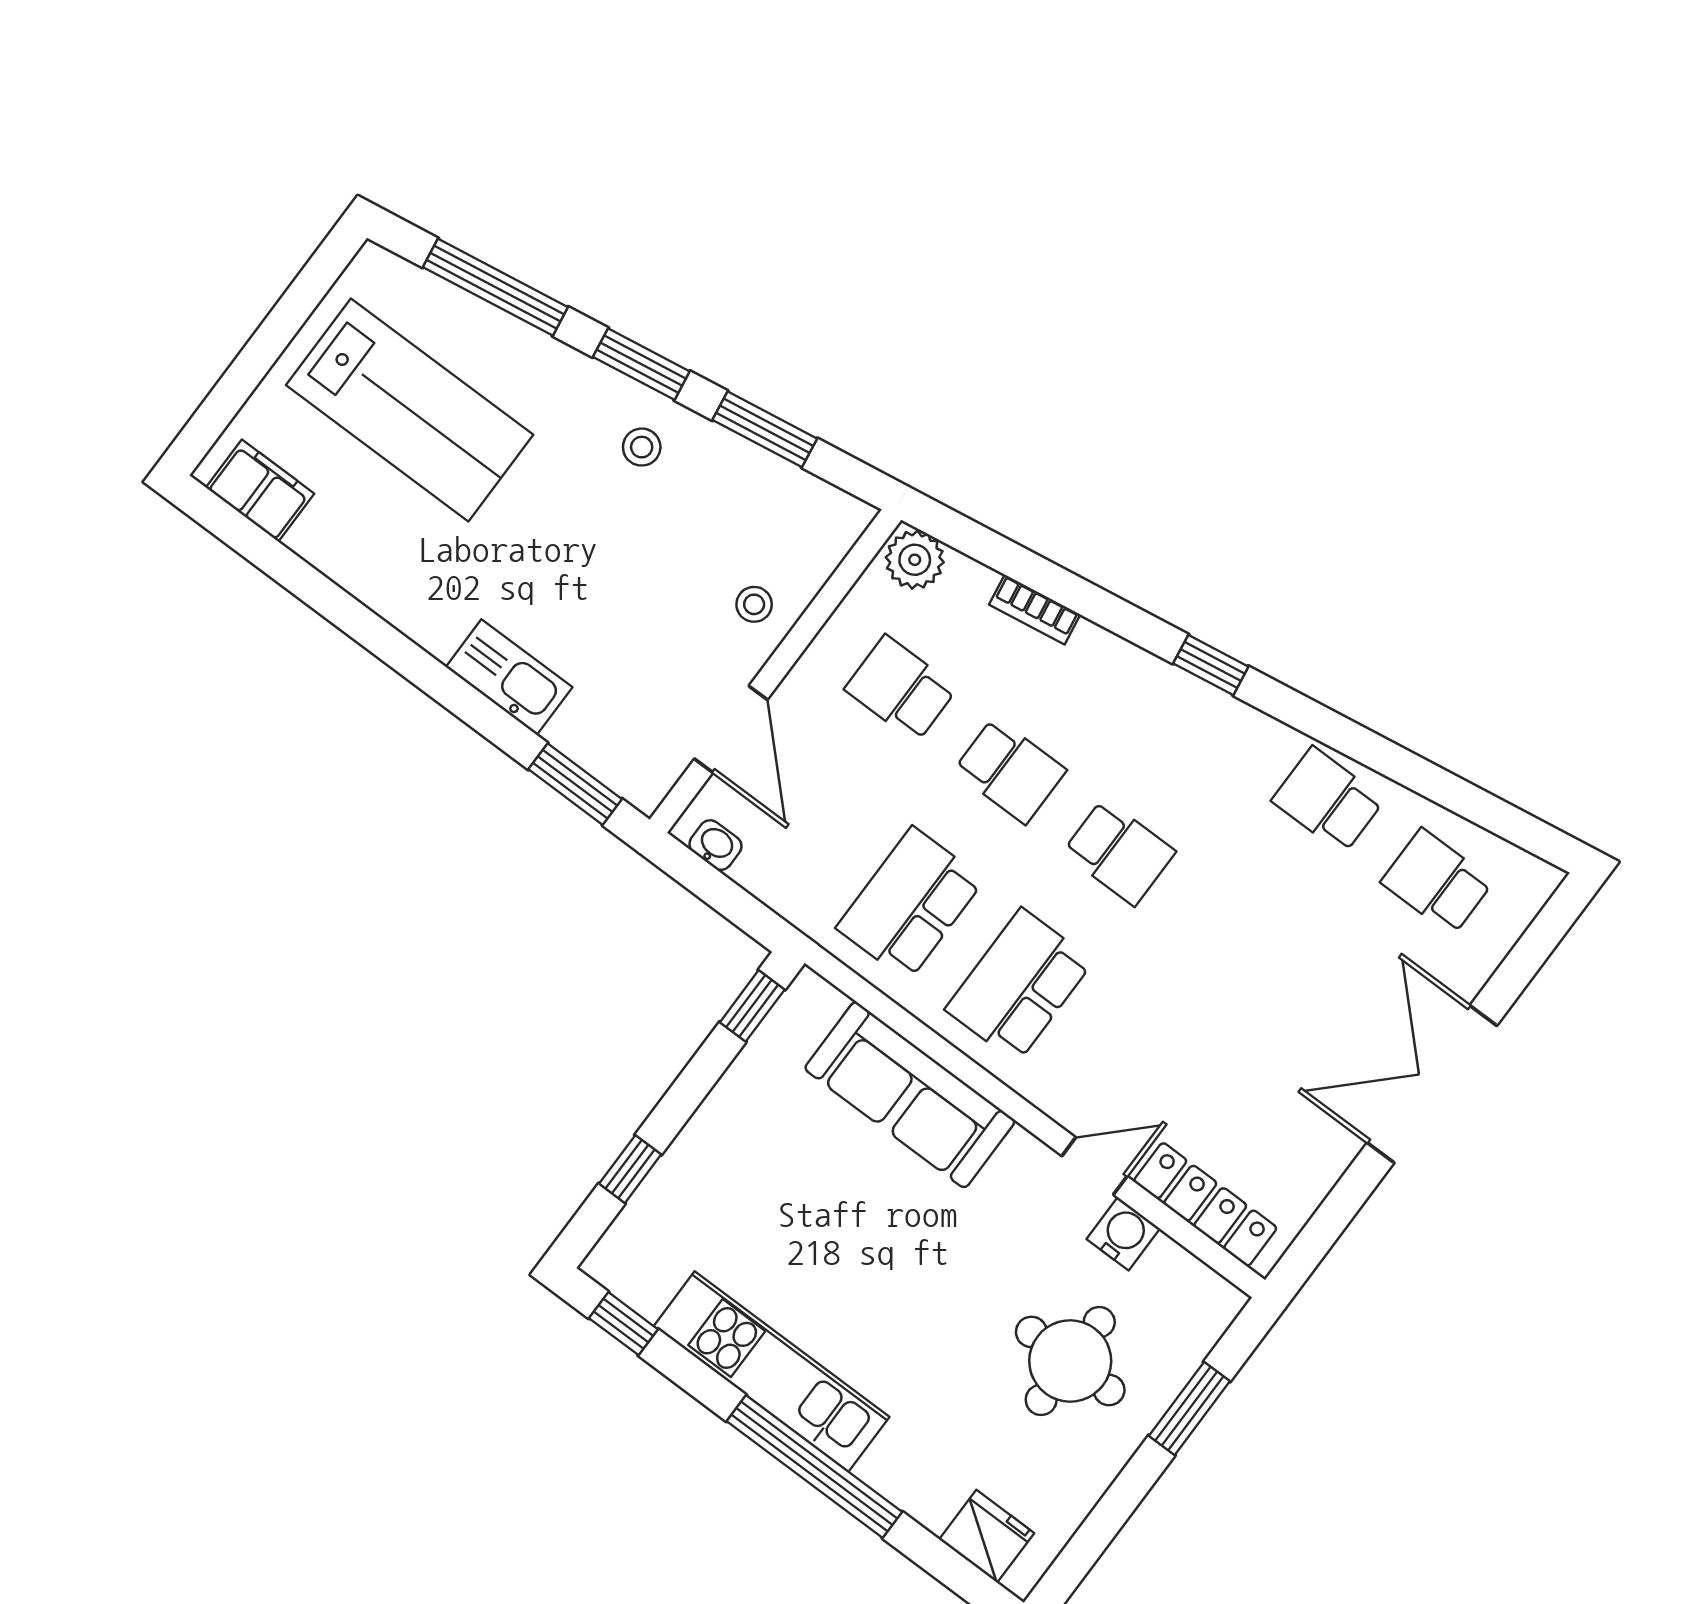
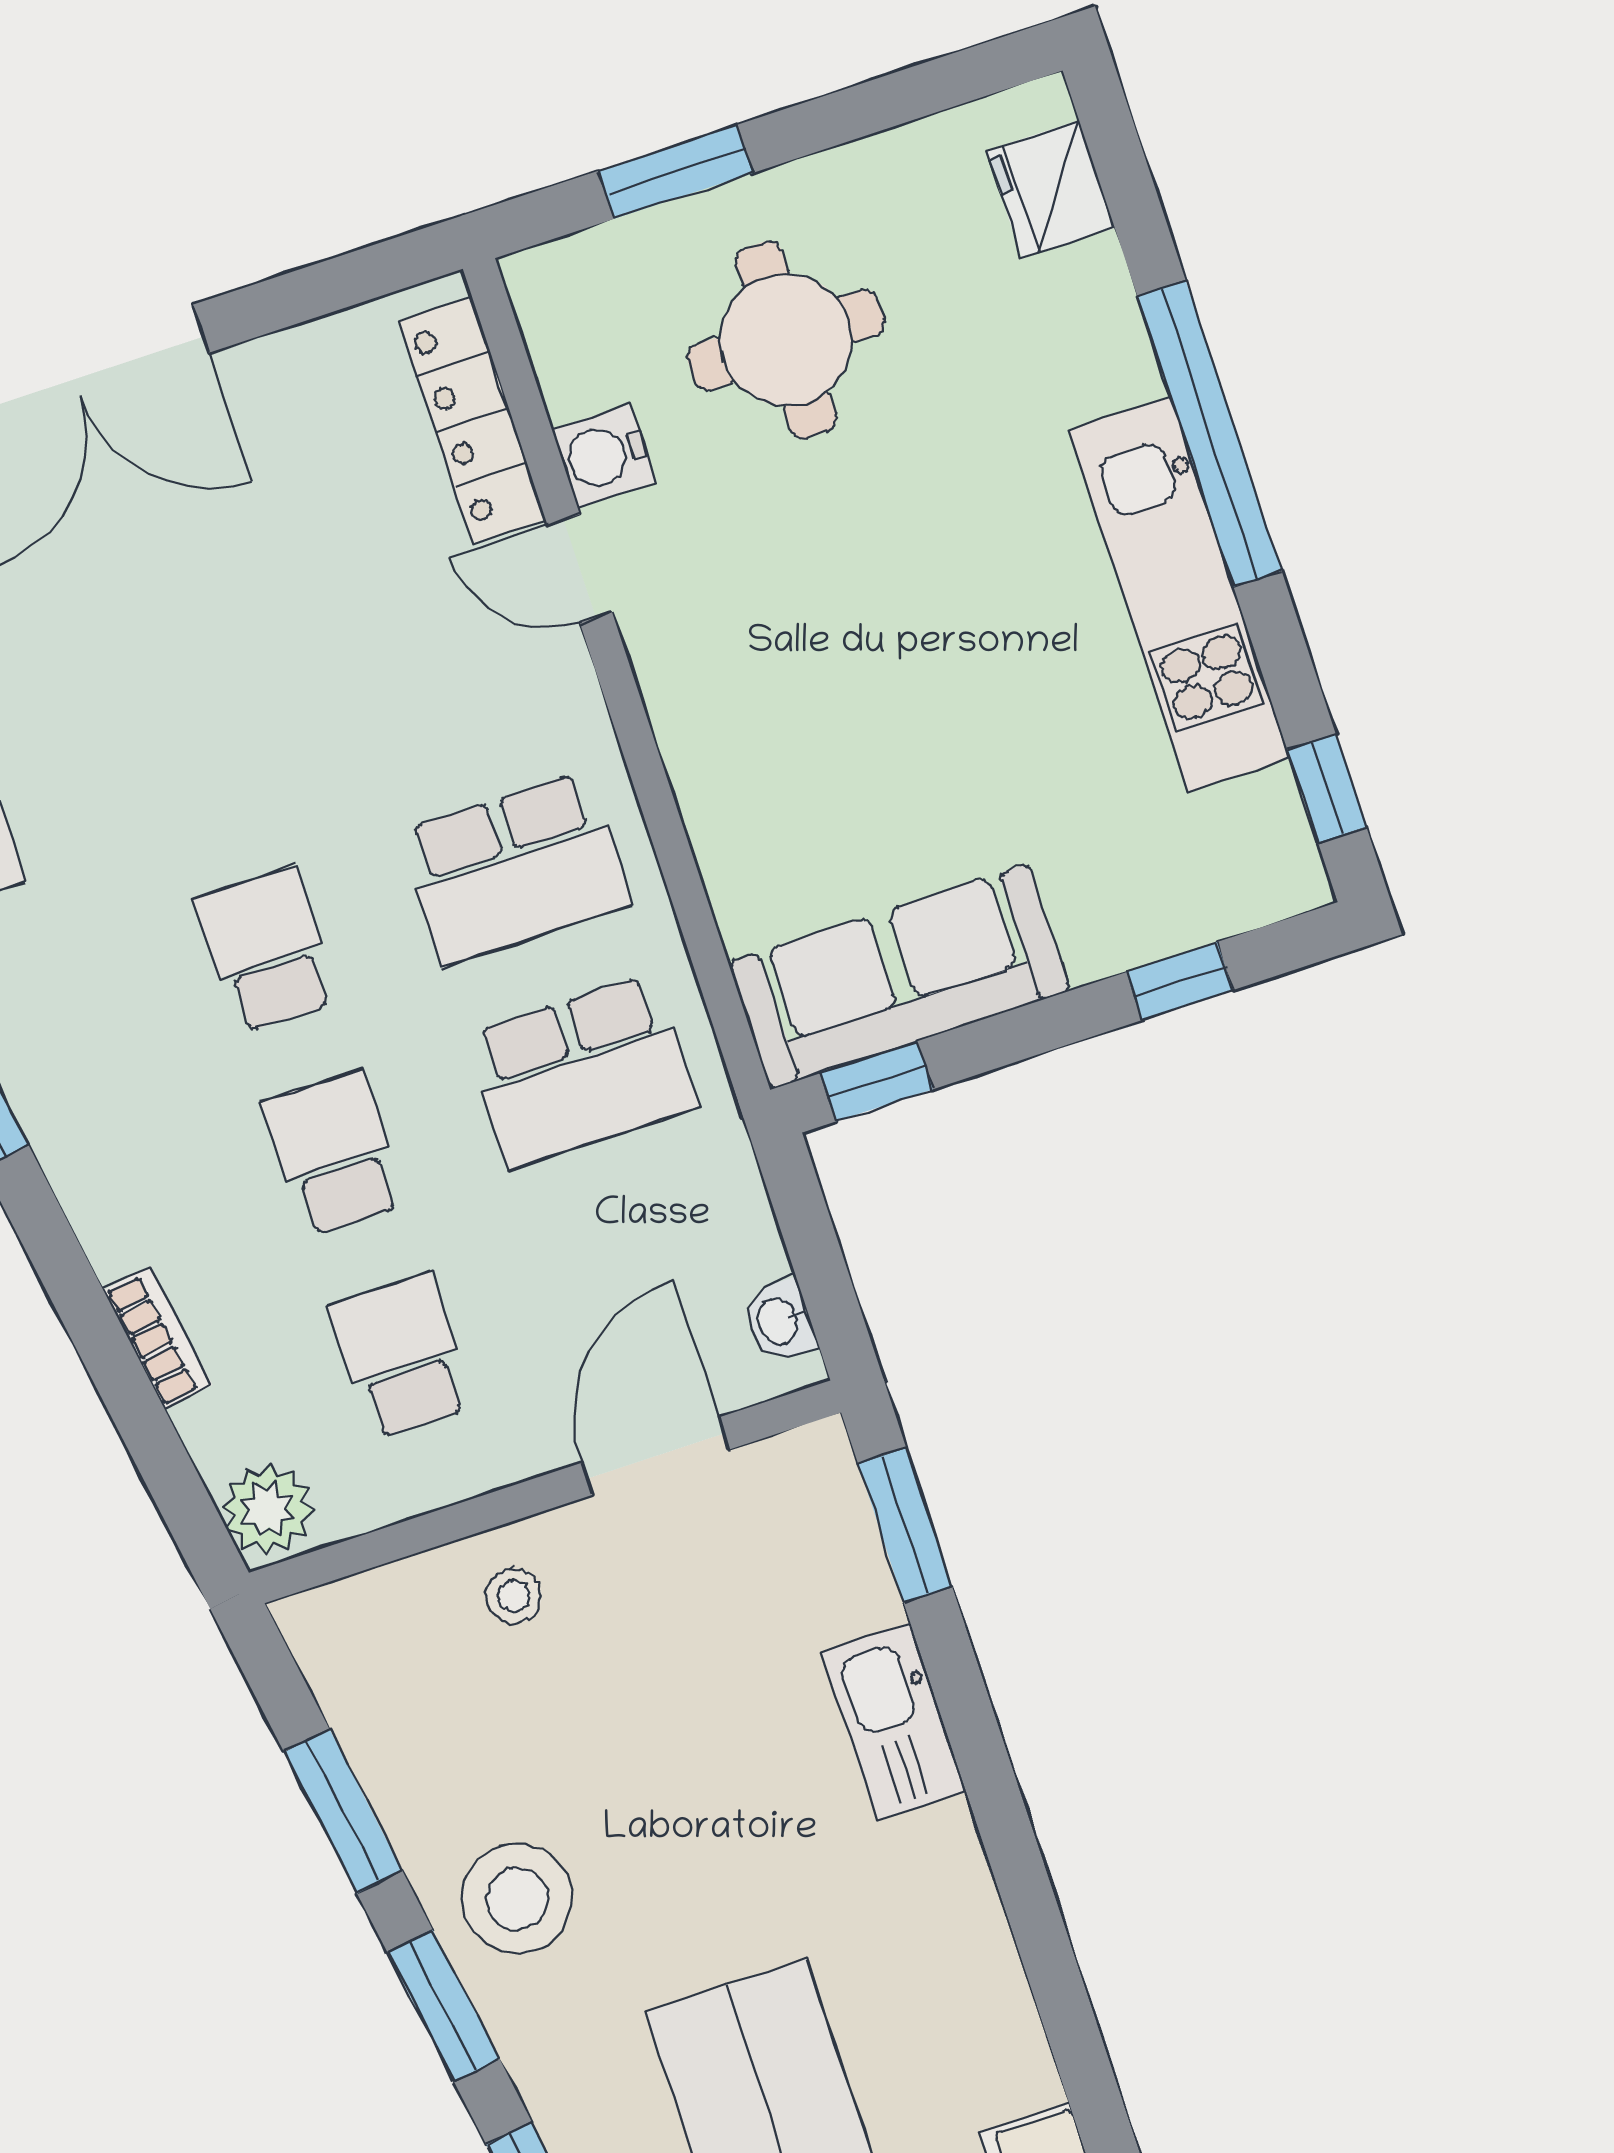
stool: (642, 447) -> (517, 1899), width x1.89, depth x1.89
school desk: (901, 689) -> (401, 1356), turned 180
sofa: (910, 1095) -> (899, 977), moved, turned -90

